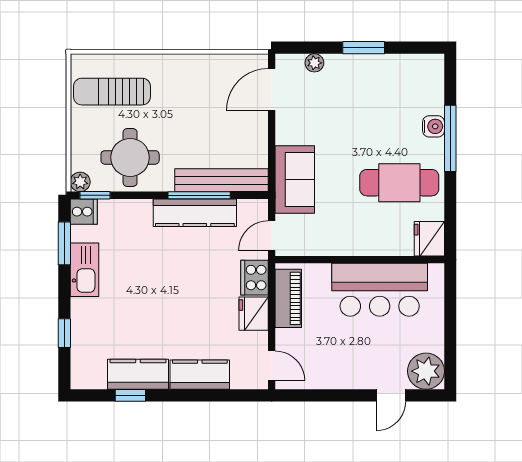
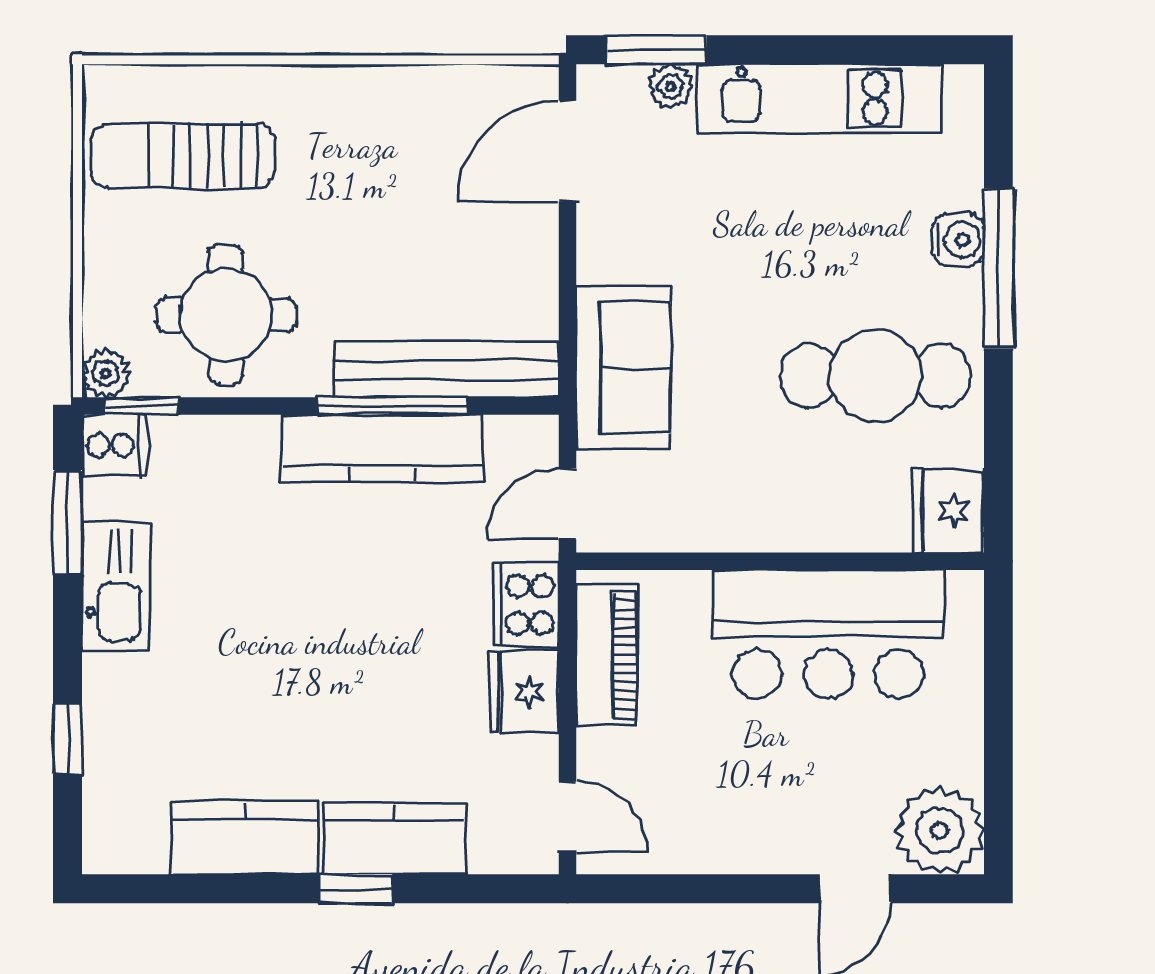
window: (364, 48) -> (656, 50), moved
kitchen unit: (376, 68) -> (819, 98), added
window: (130, 395) -> (356, 889), moved

